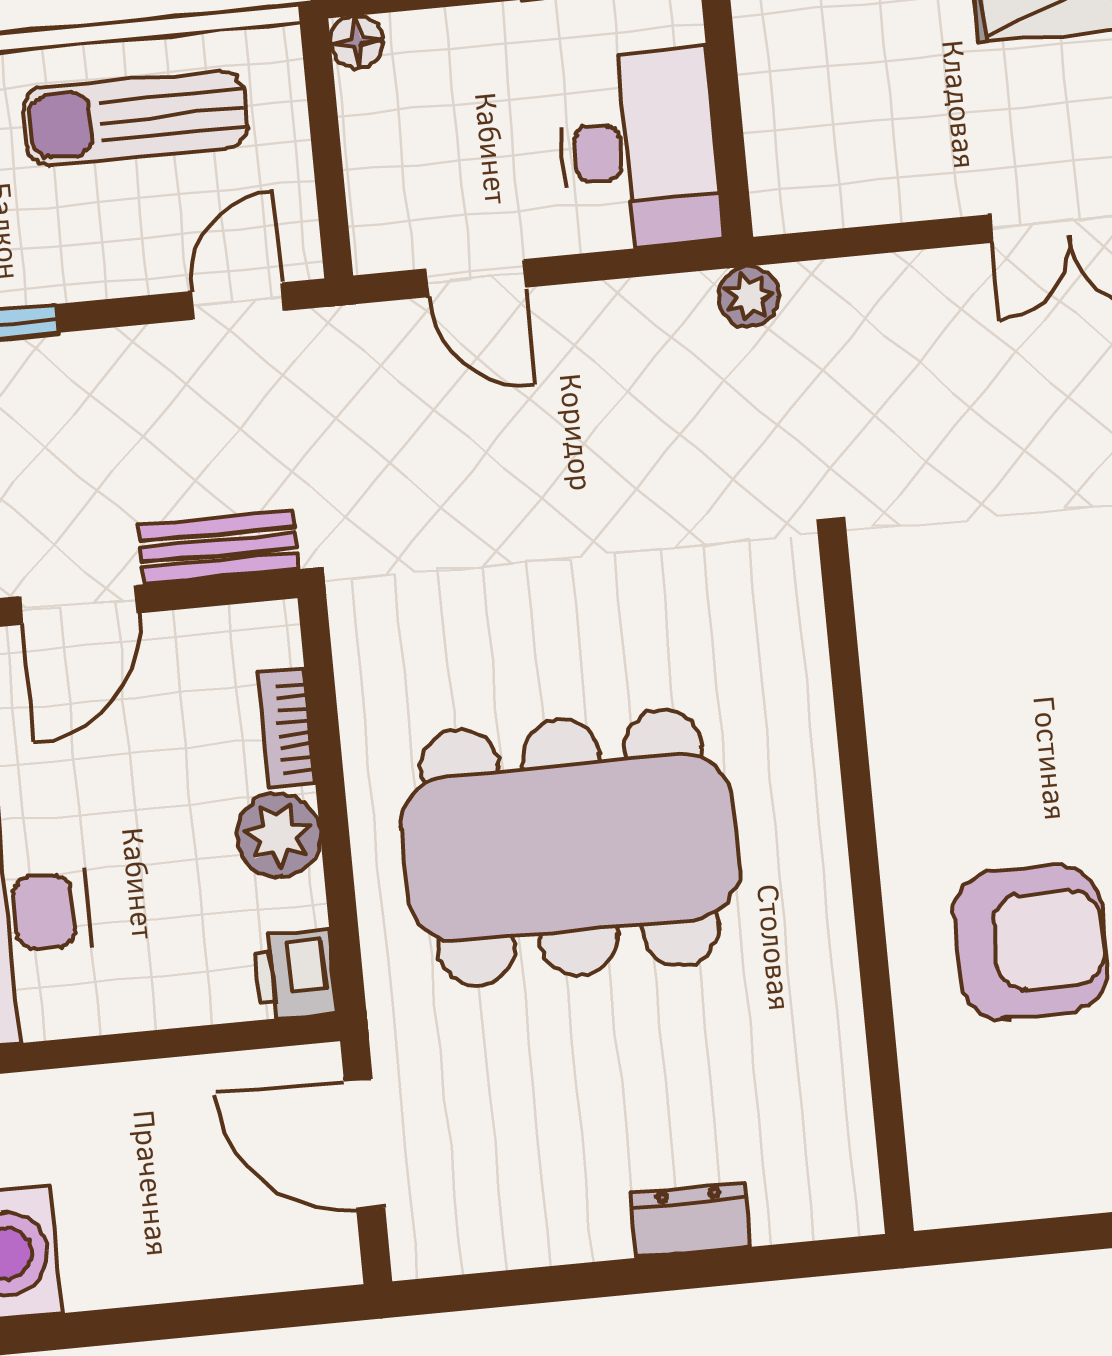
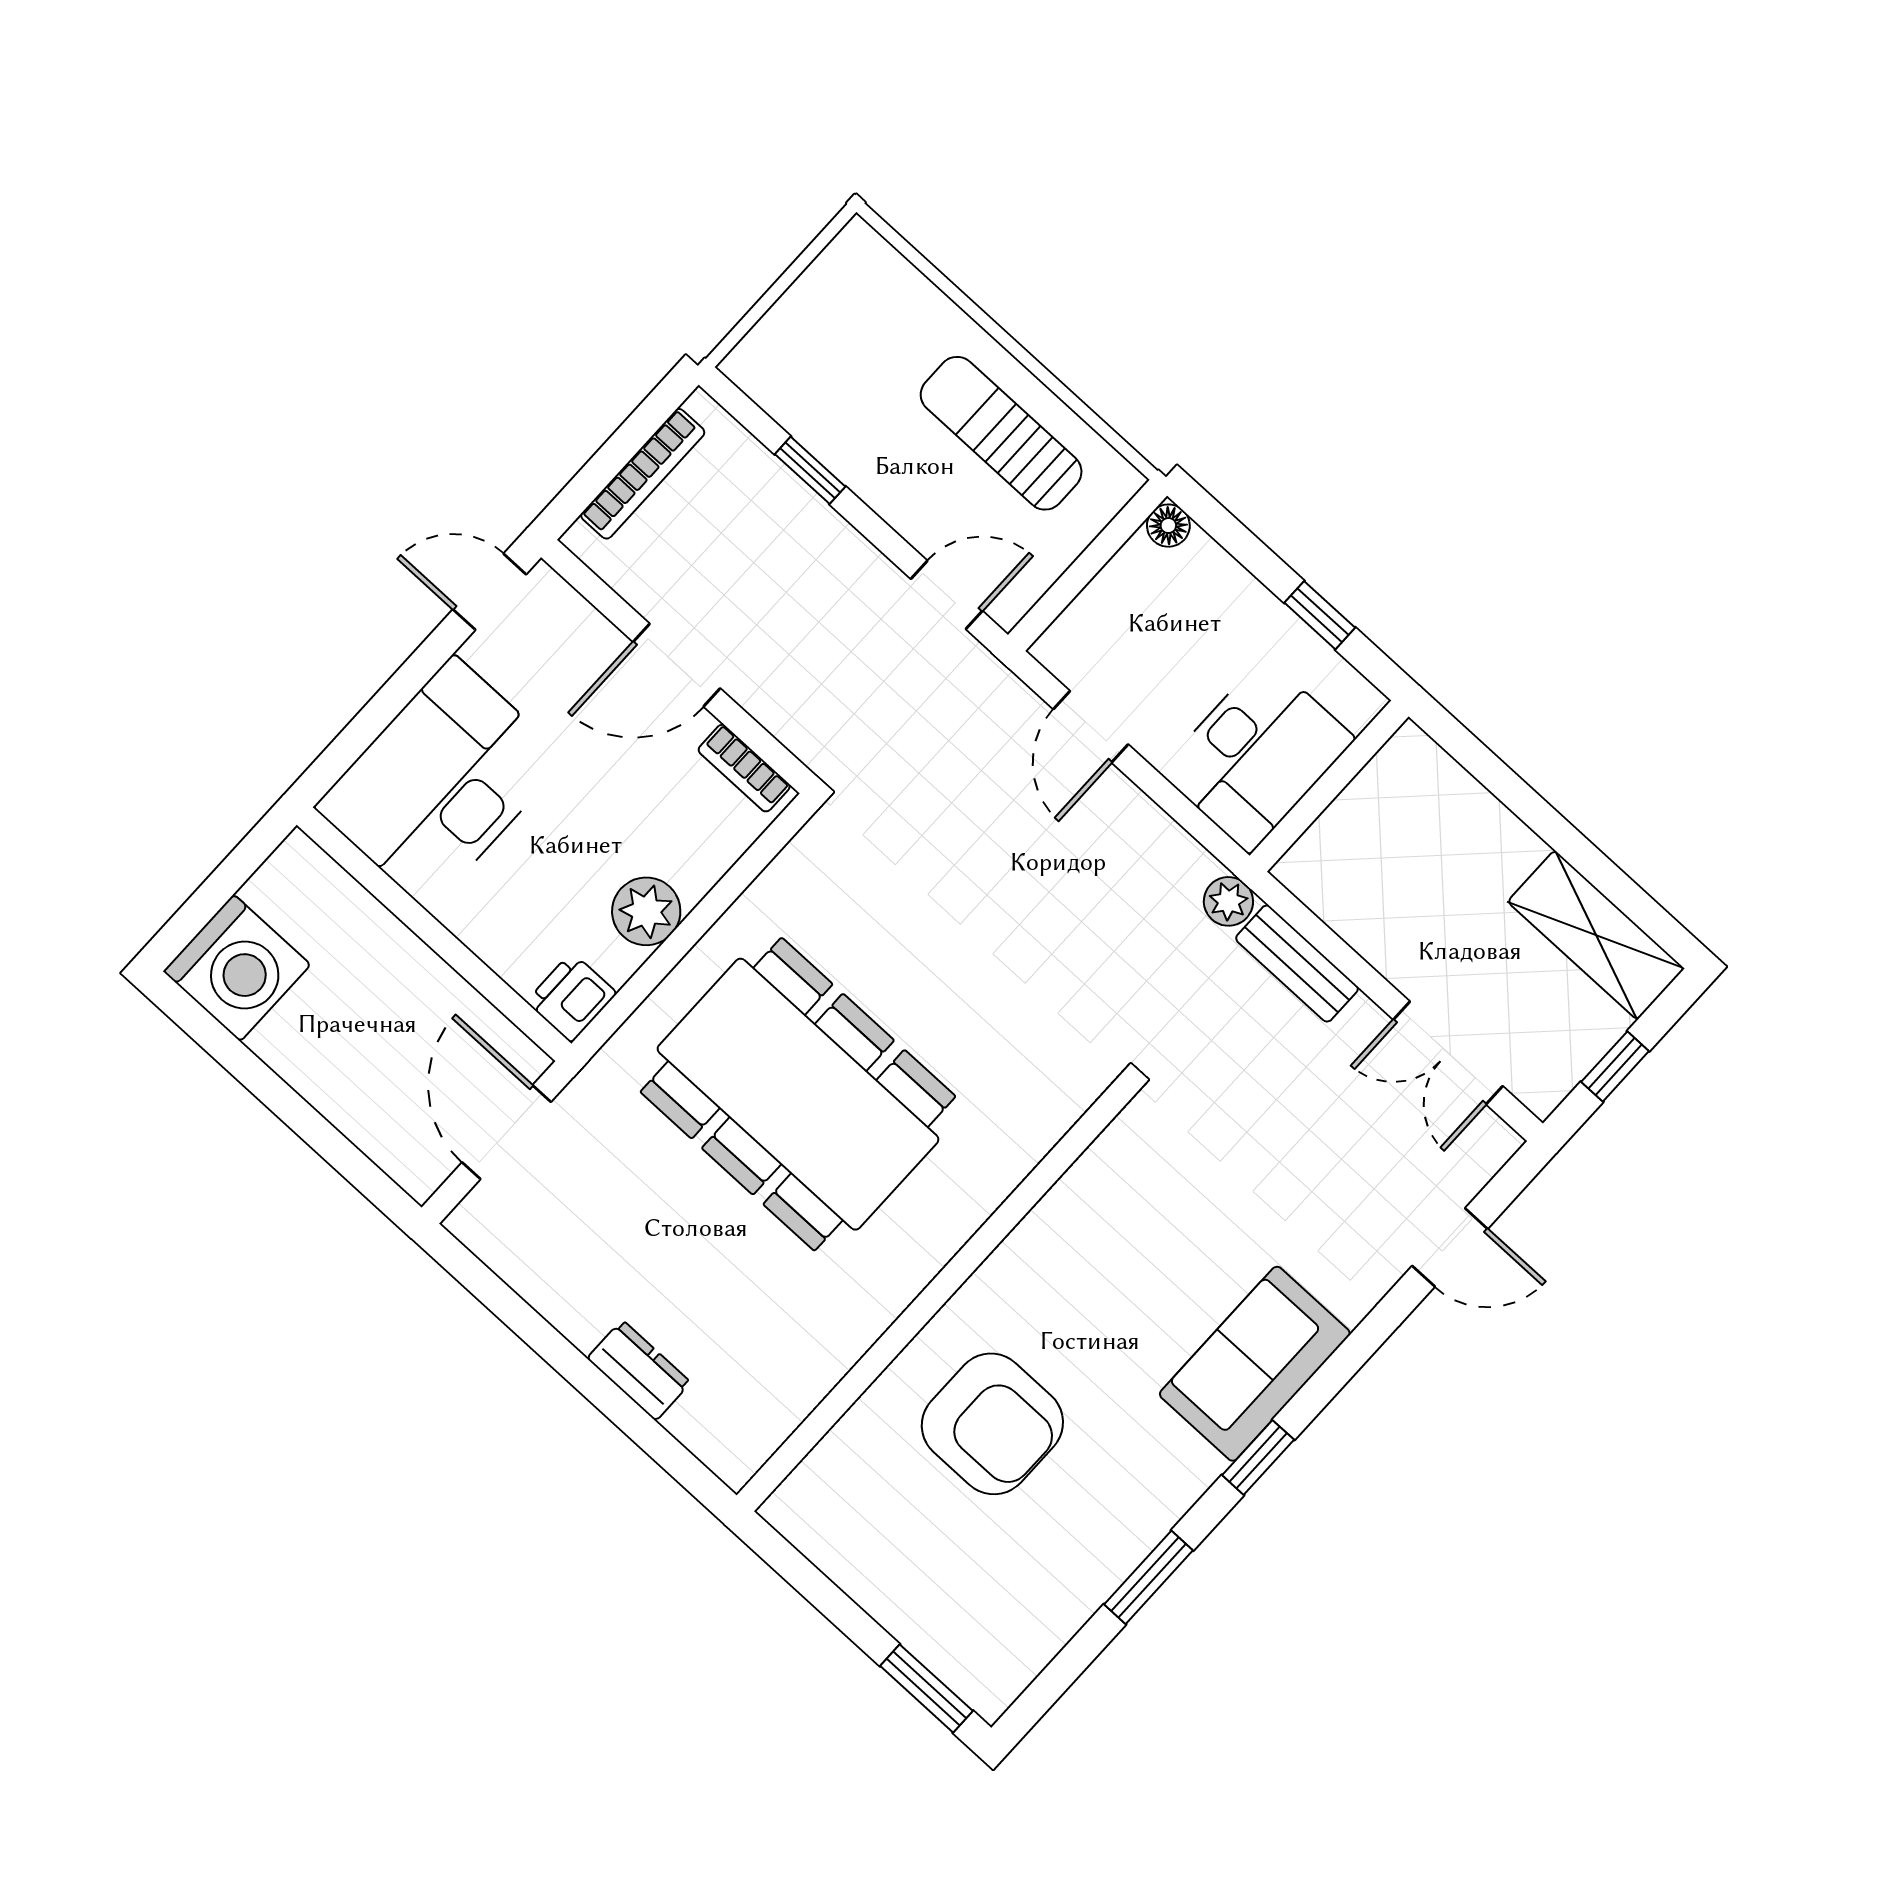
bench: (219, 547) -> (1297, 964), moved
bookcase: (287, 728) -> (744, 768), moved, turned -90

